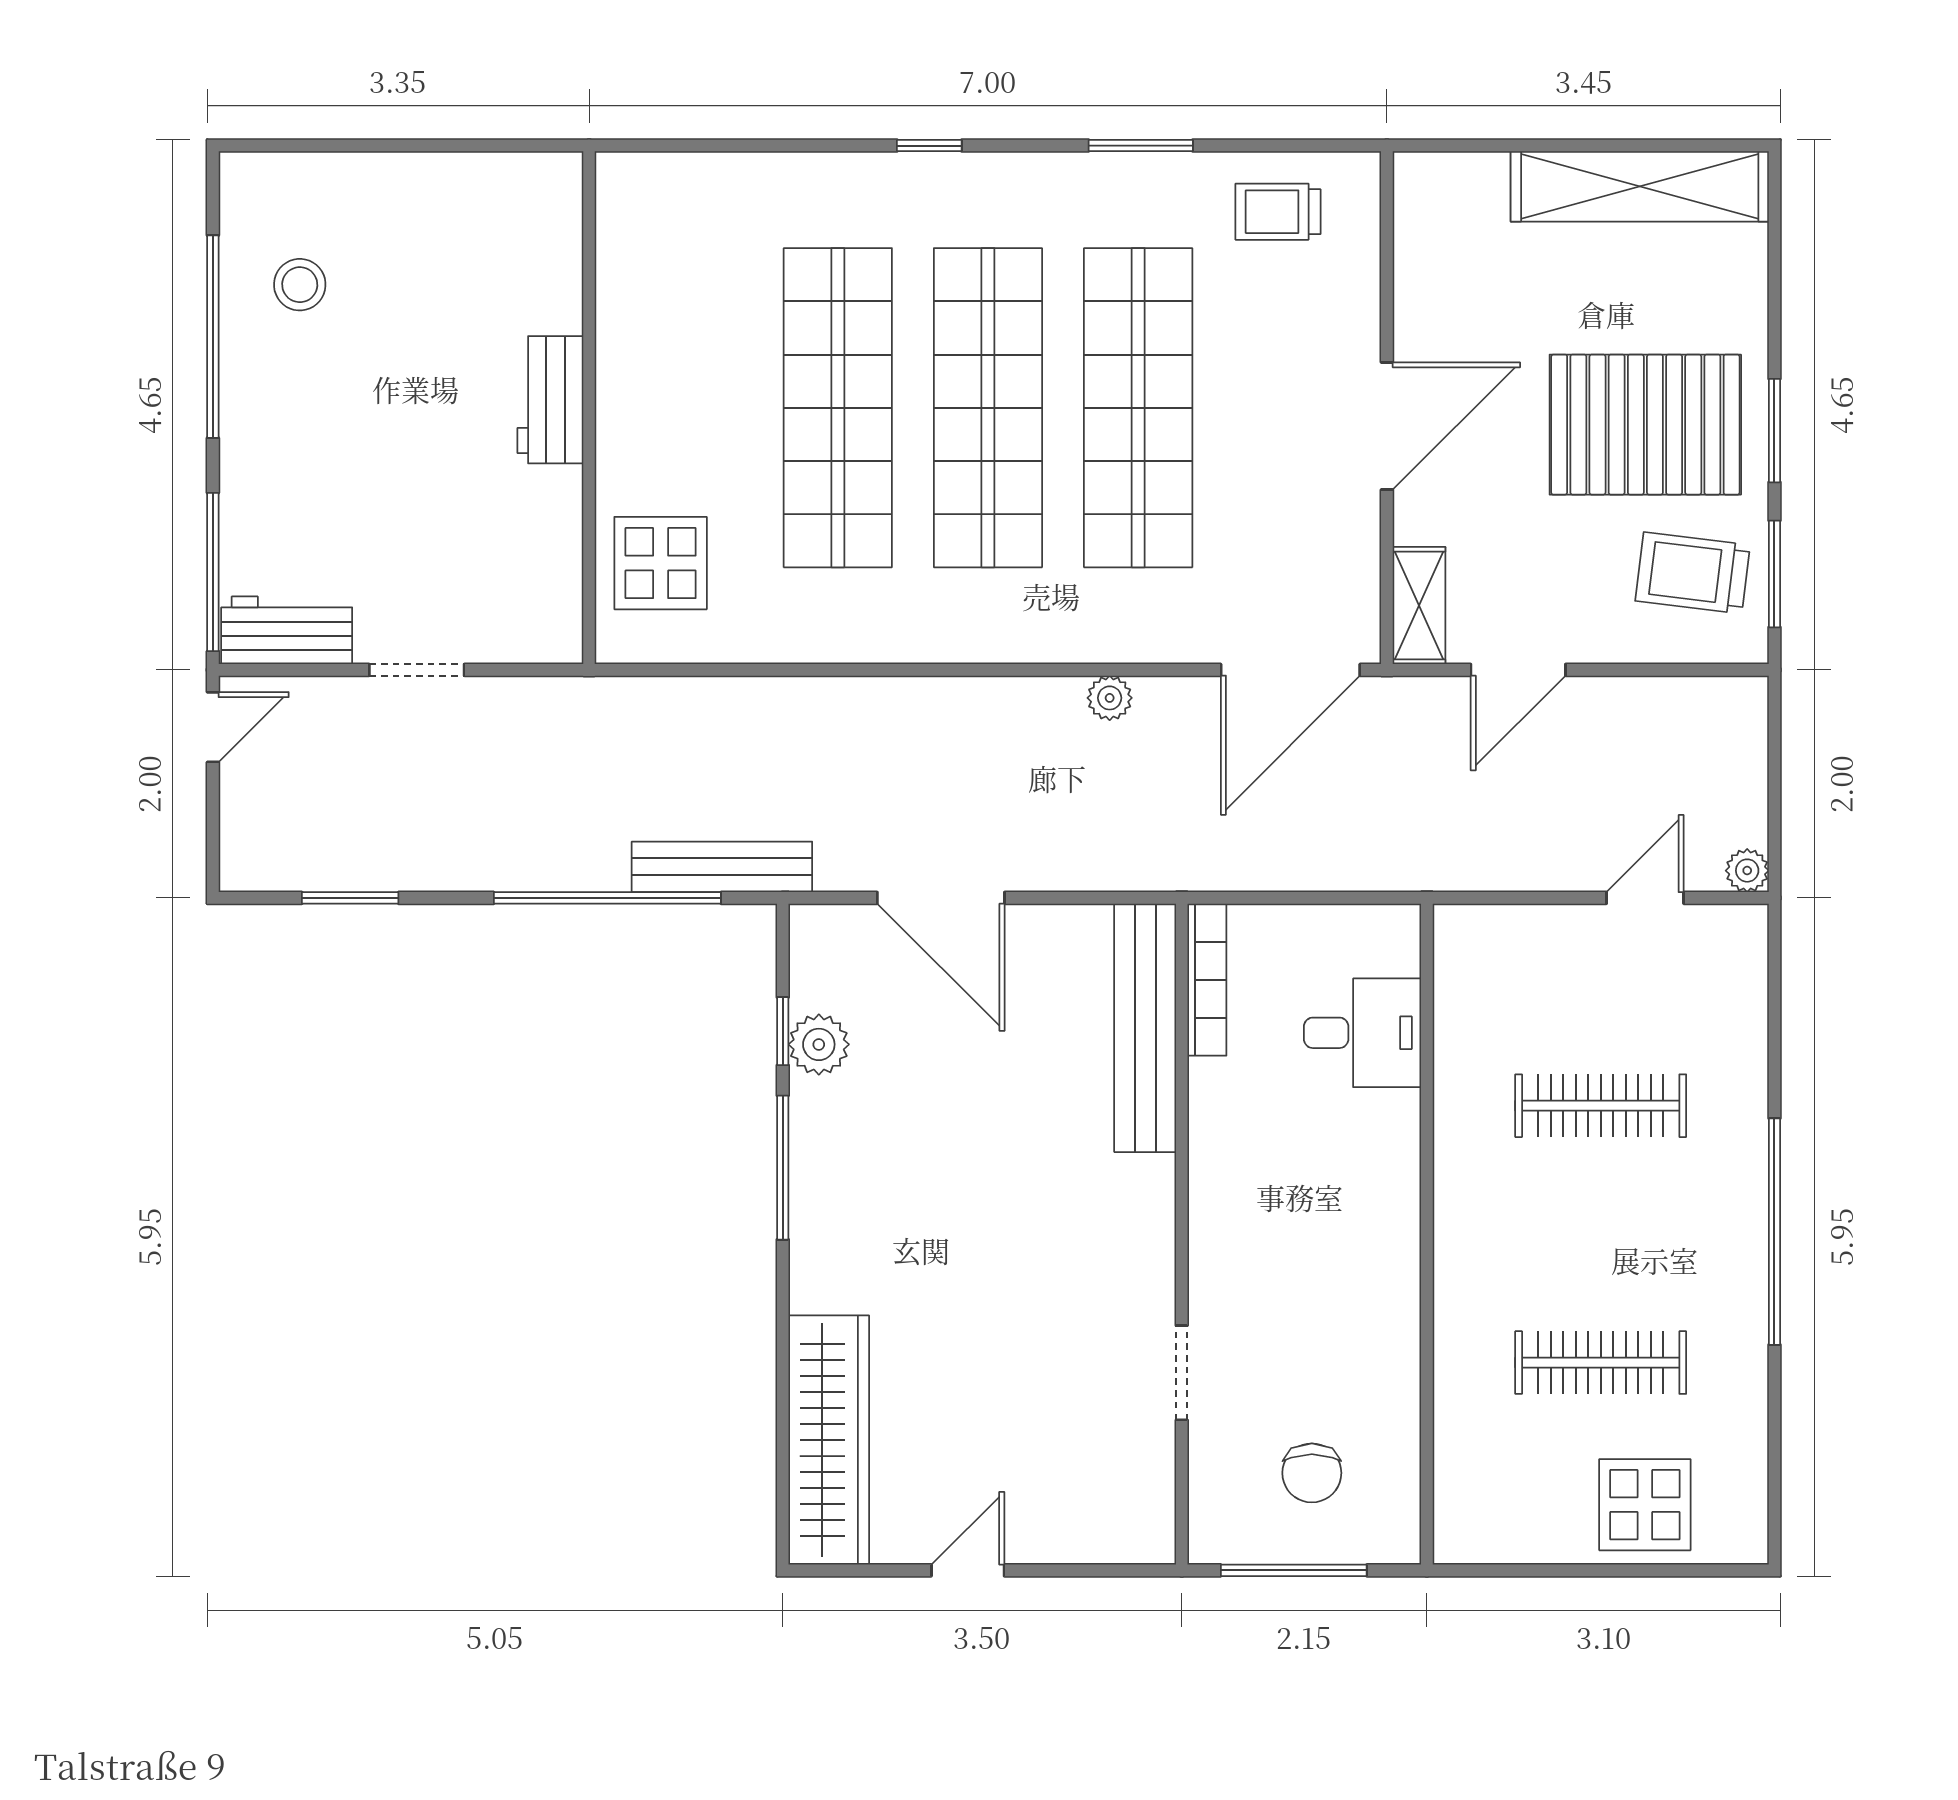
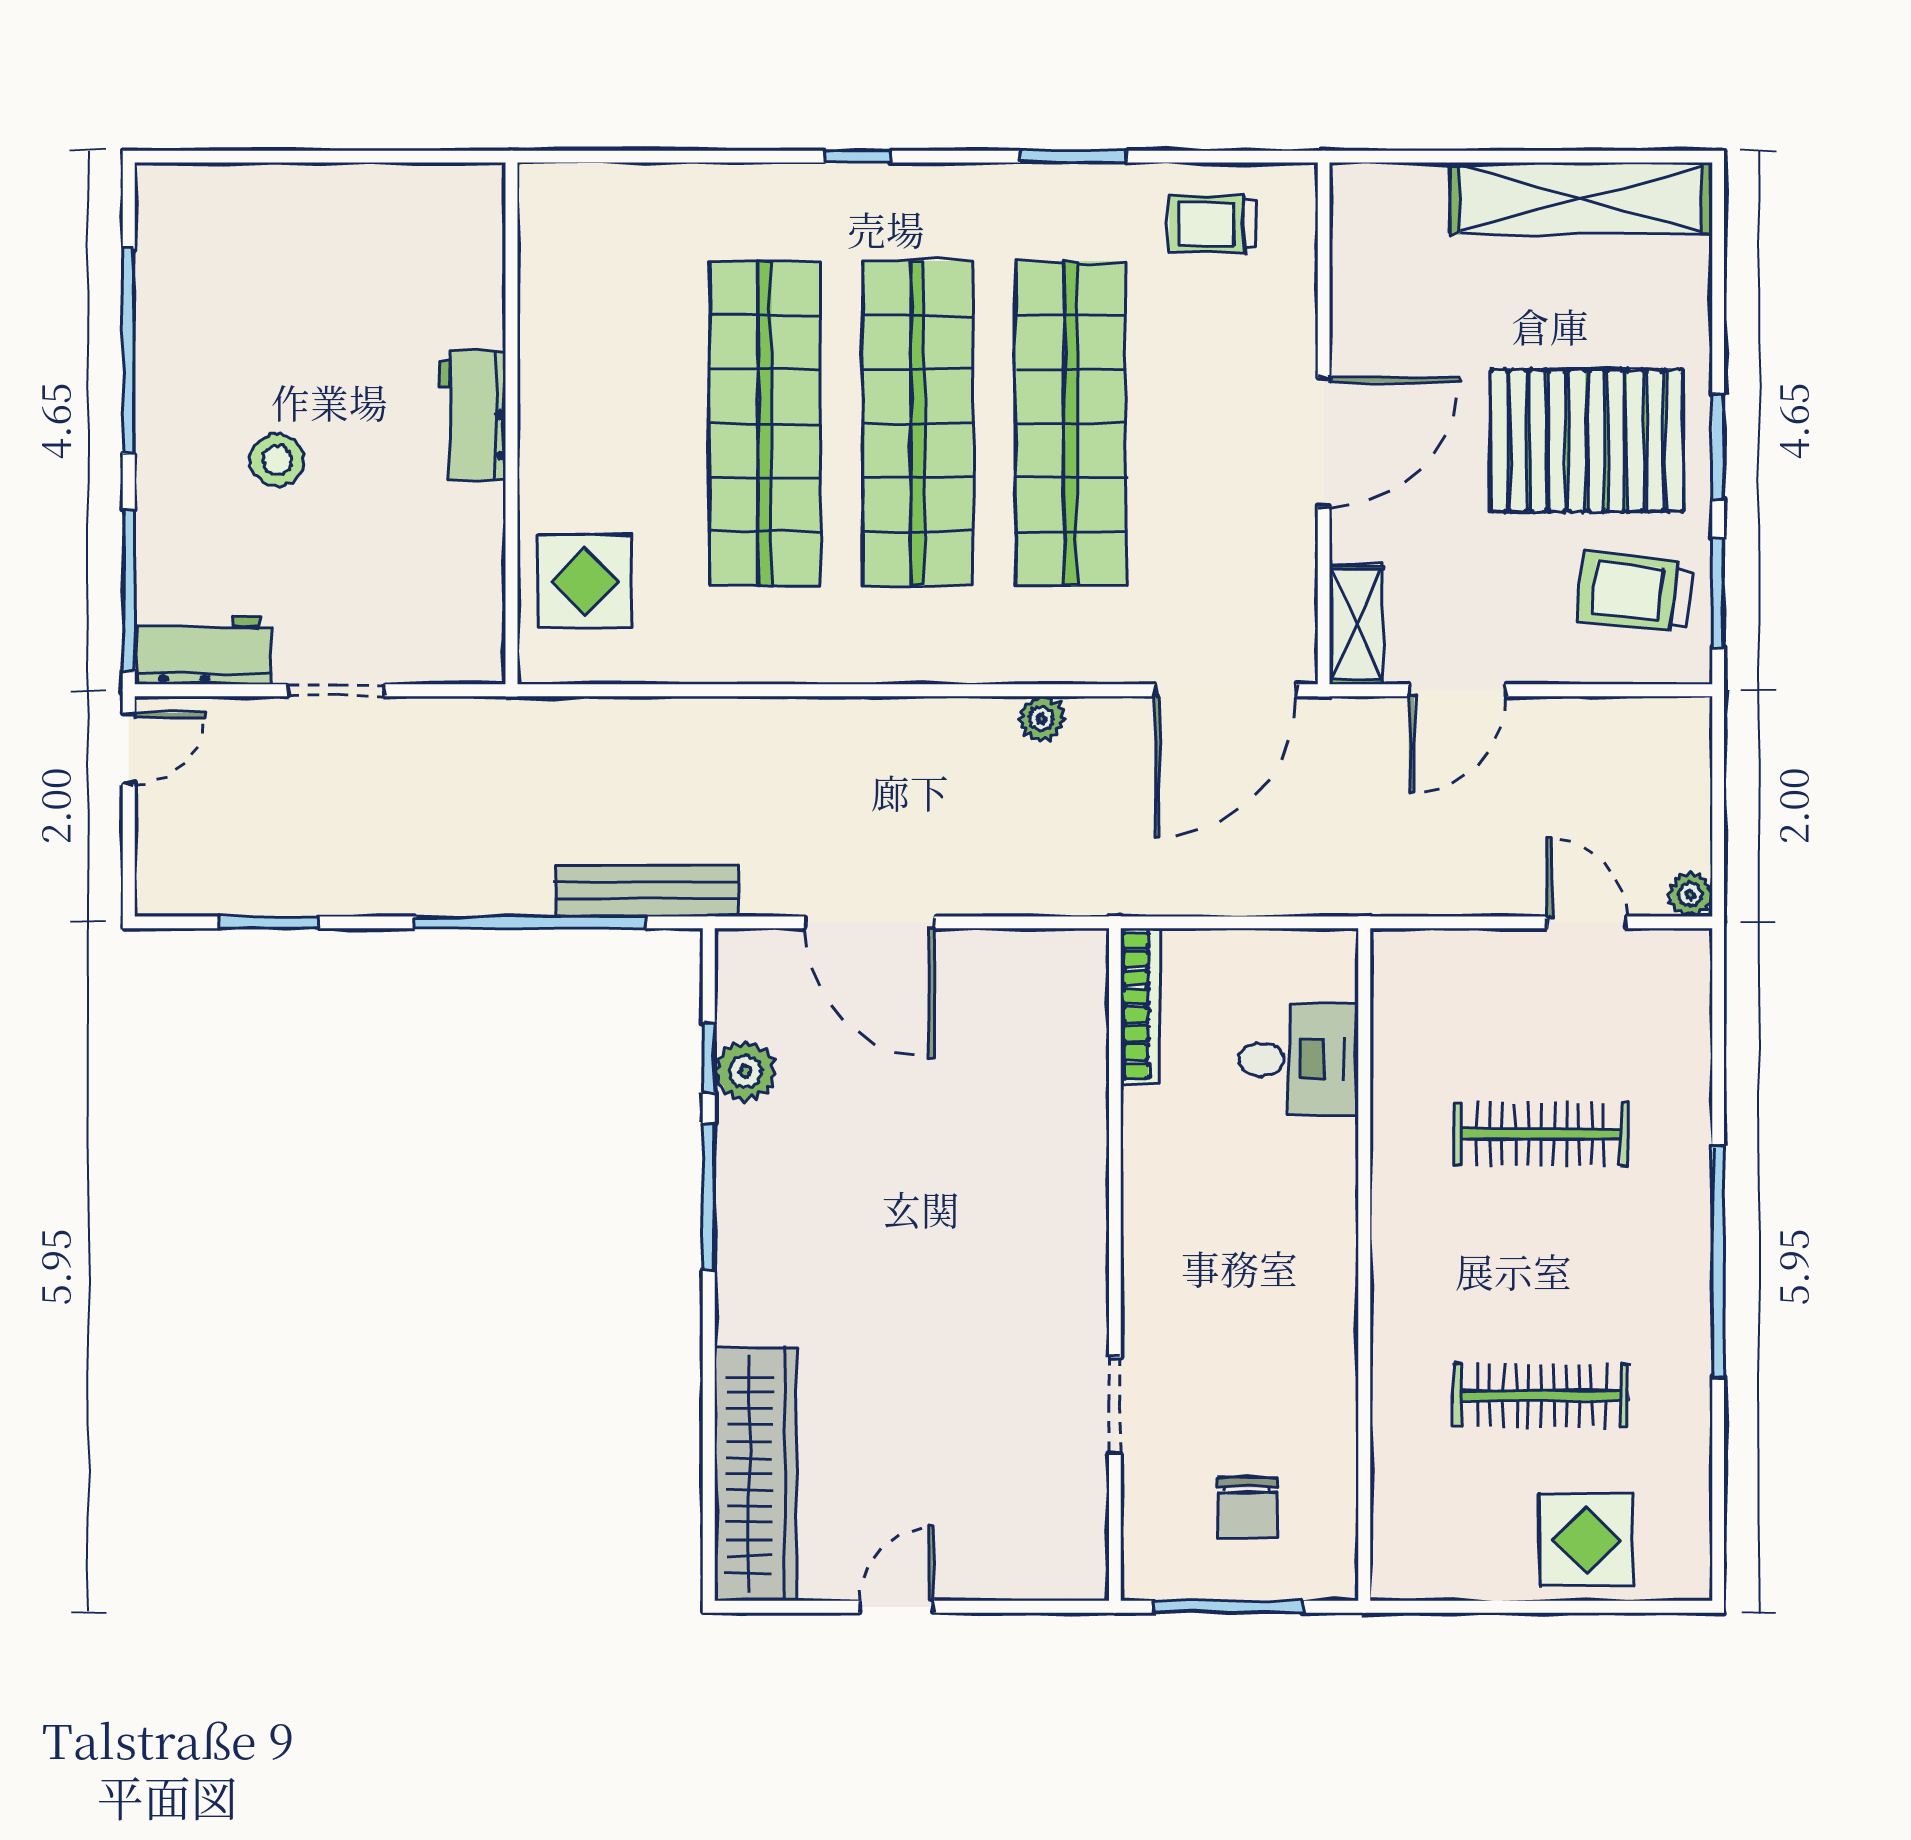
stool: (300, 285) -> (277, 460), moved
door: (1645, 898) -> (1586, 922), hinge flipped
bench: (1145, 1028) -> (1078, 1055), removed

